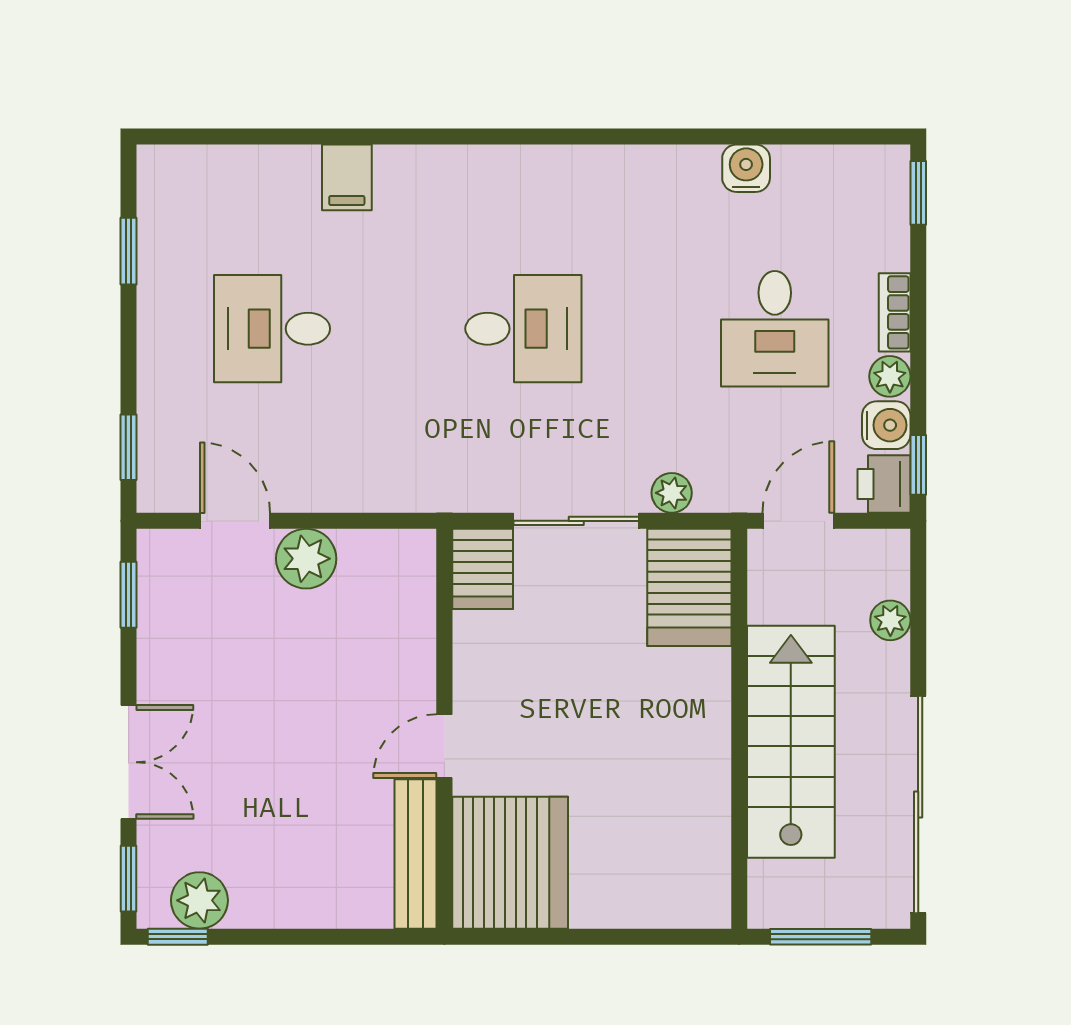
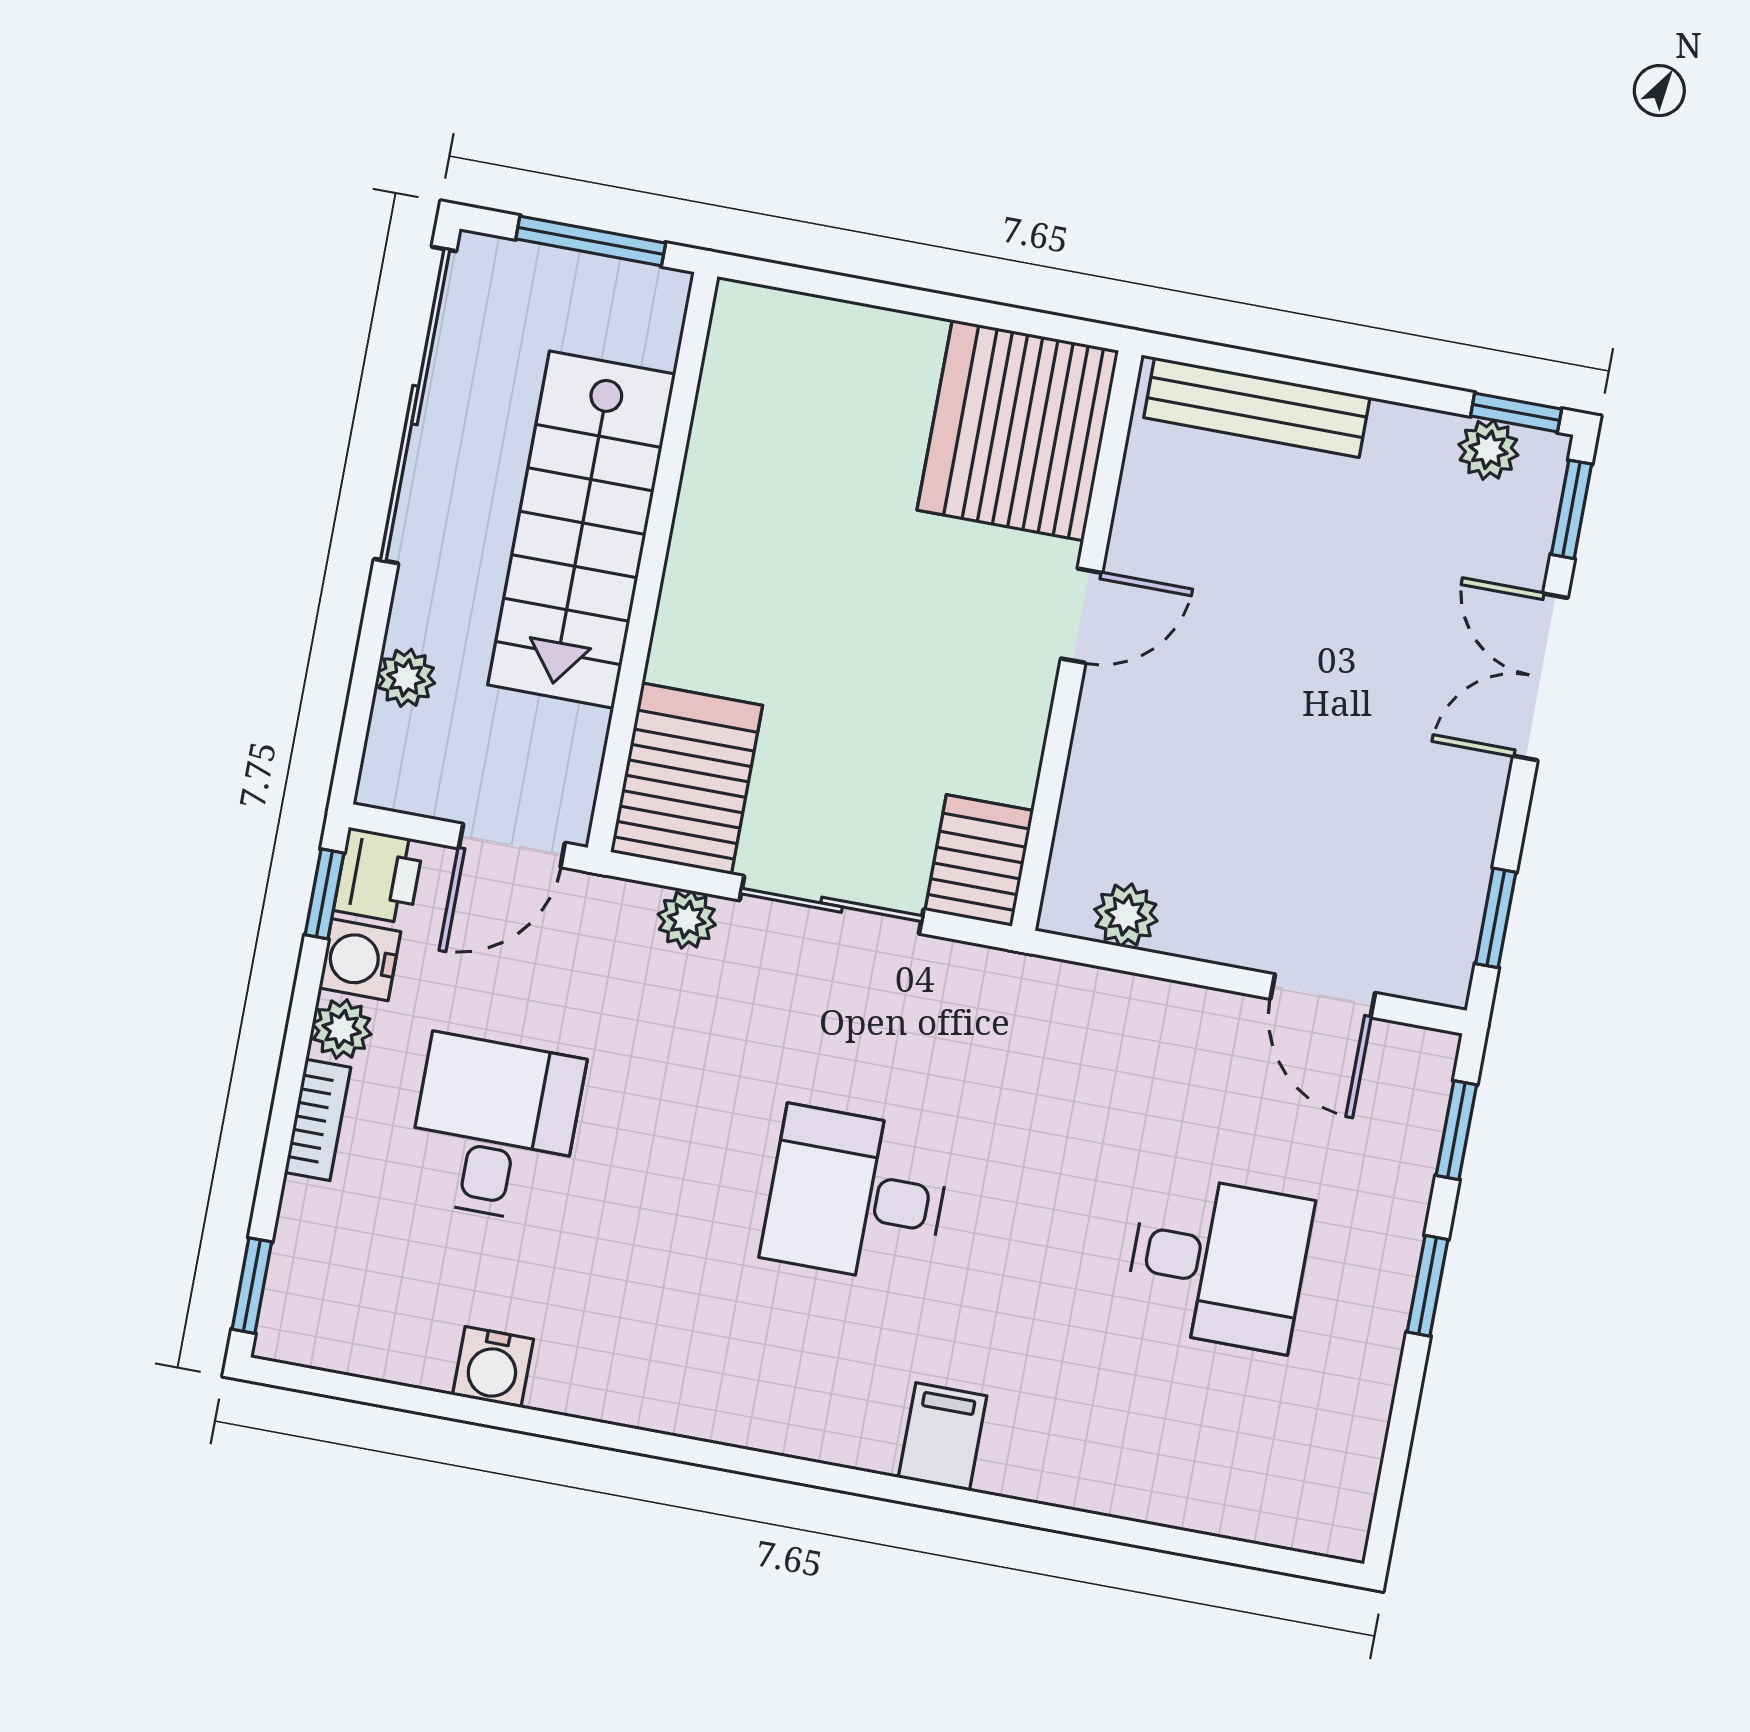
filing cabinet: (347, 177) -> (943, 1437), moved
window: (129, 251) -> (1428, 1286), moved
plant: (306, 559) -> (1126, 915), moved, width x0.73, depth x0.73
bench: (416, 854) -> (1257, 407), moved, turned 90
plant: (199, 900) -> (1488, 450), width x0.73, depth x0.73

